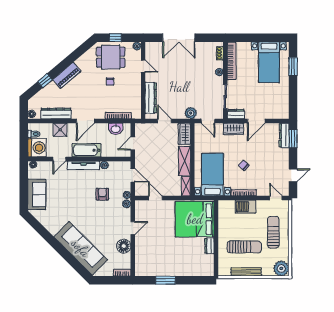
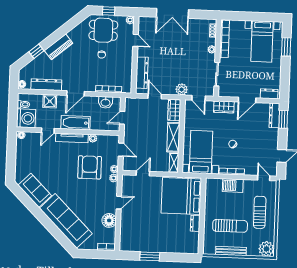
dresser: (236, 114) -> (269, 94), moved
sofa: (37, 194) -> (35, 190), moved, turned -45
armchair: (102, 194) -> (90, 167), width x1.88, depth x1.88
door: (155, 198) -> (143, 173), hinge flipped

